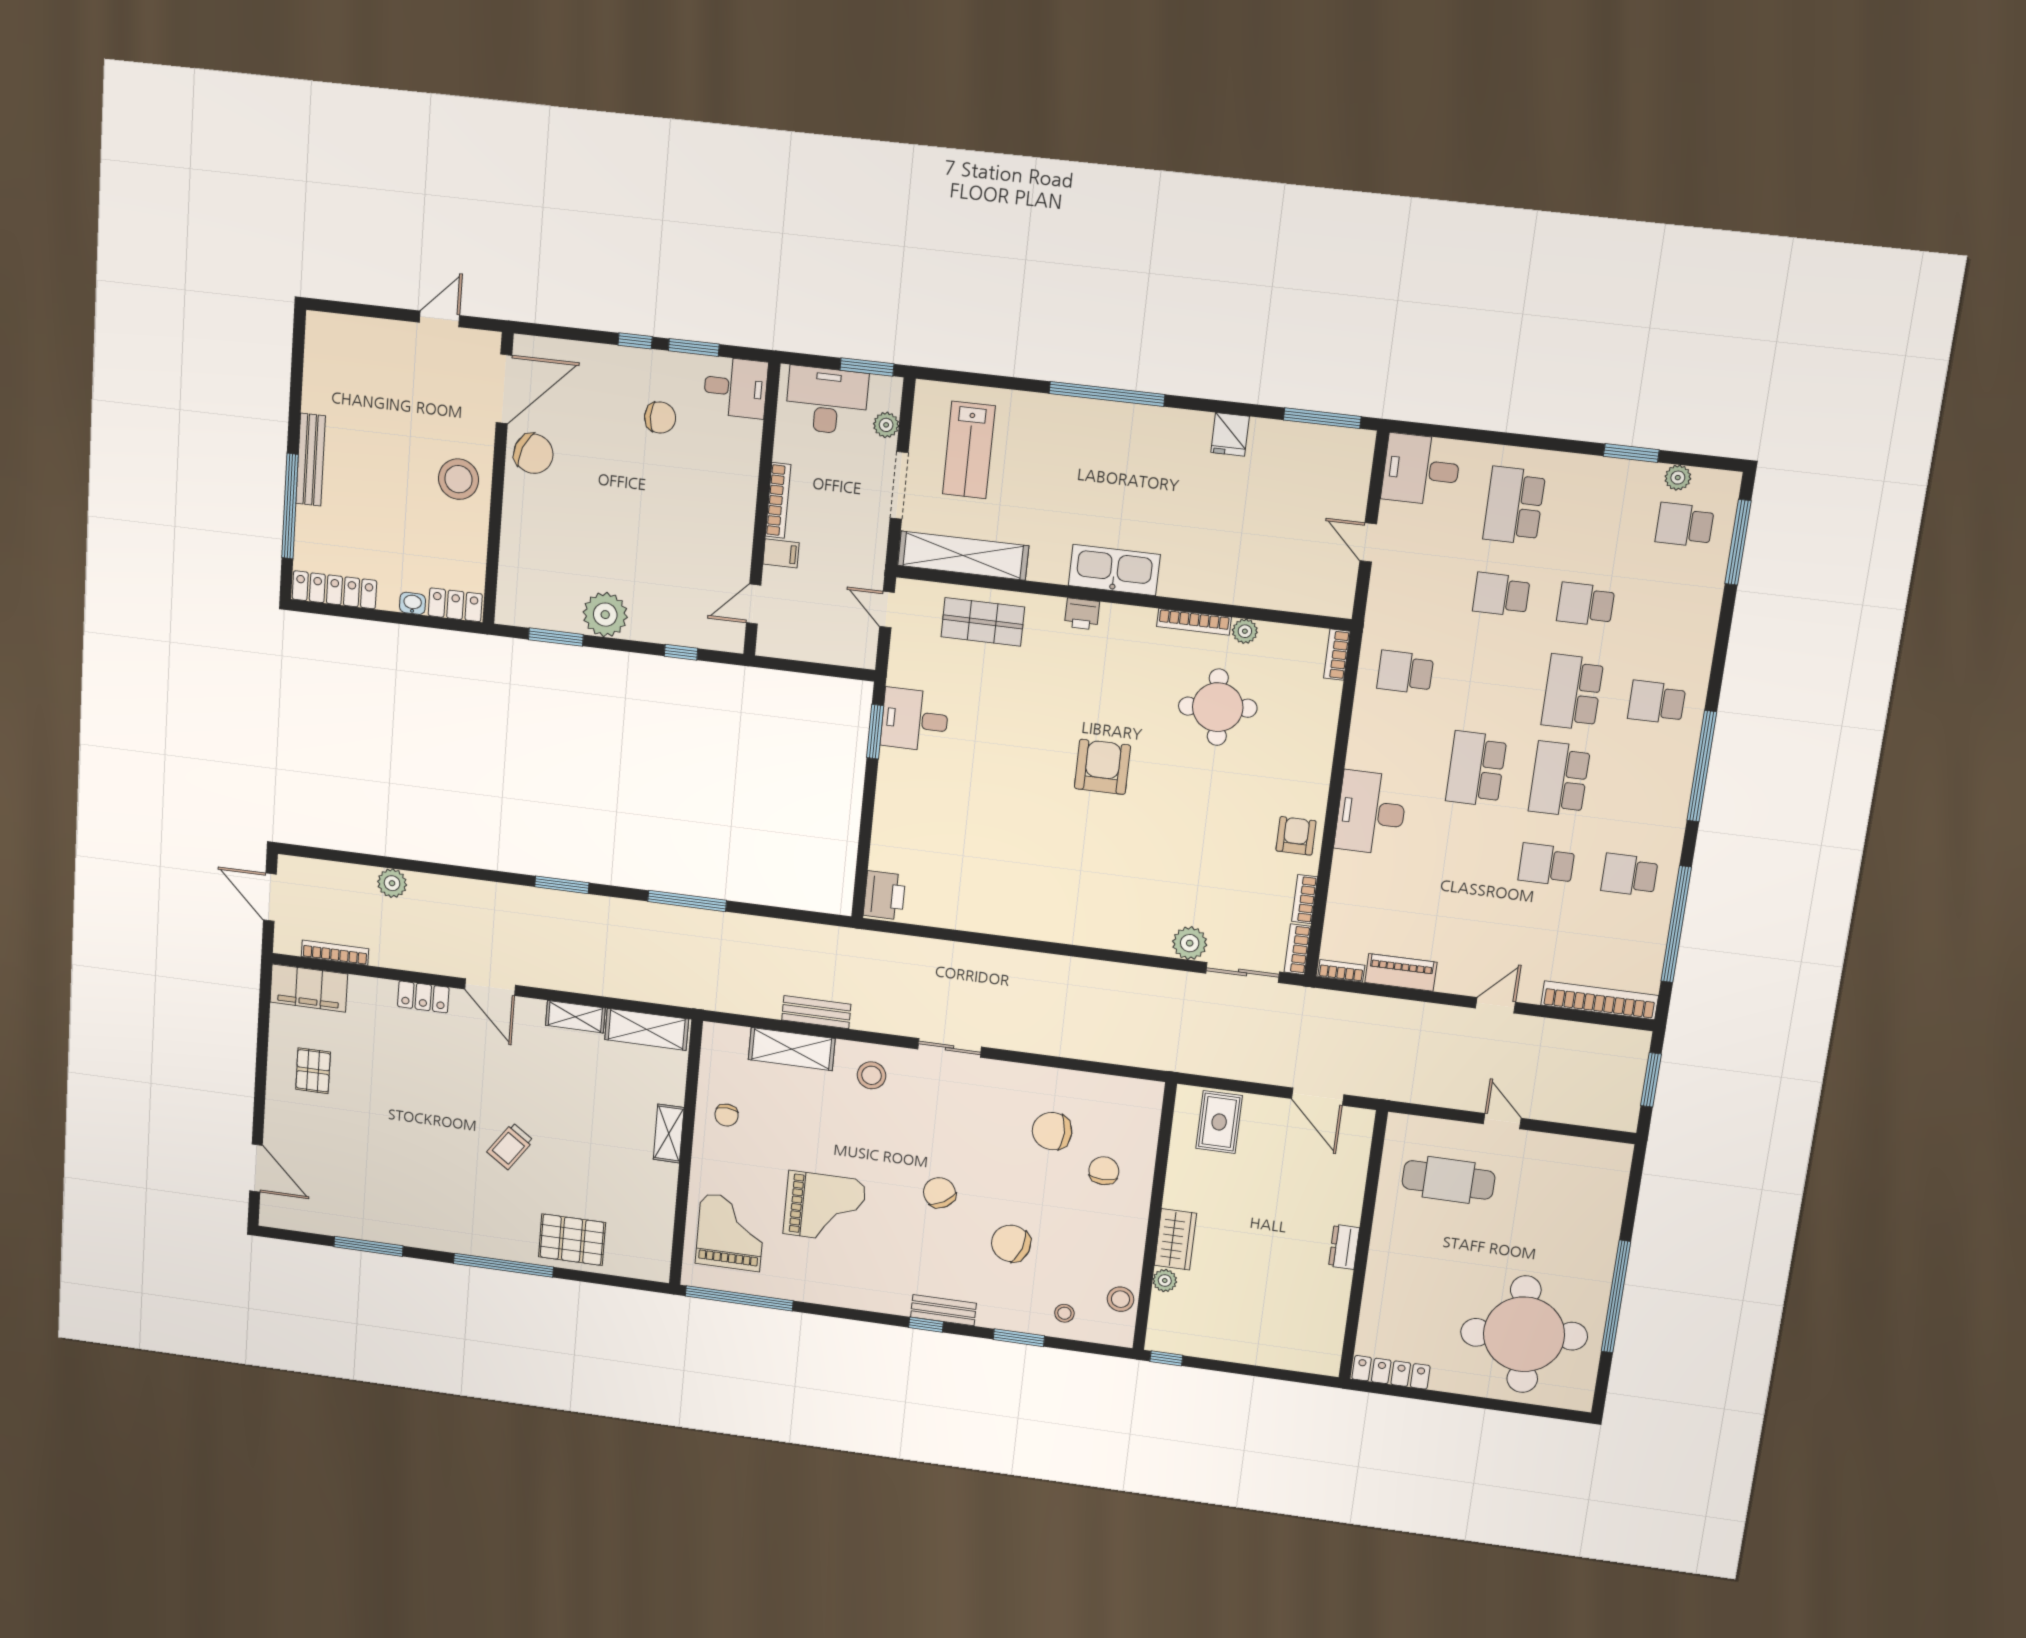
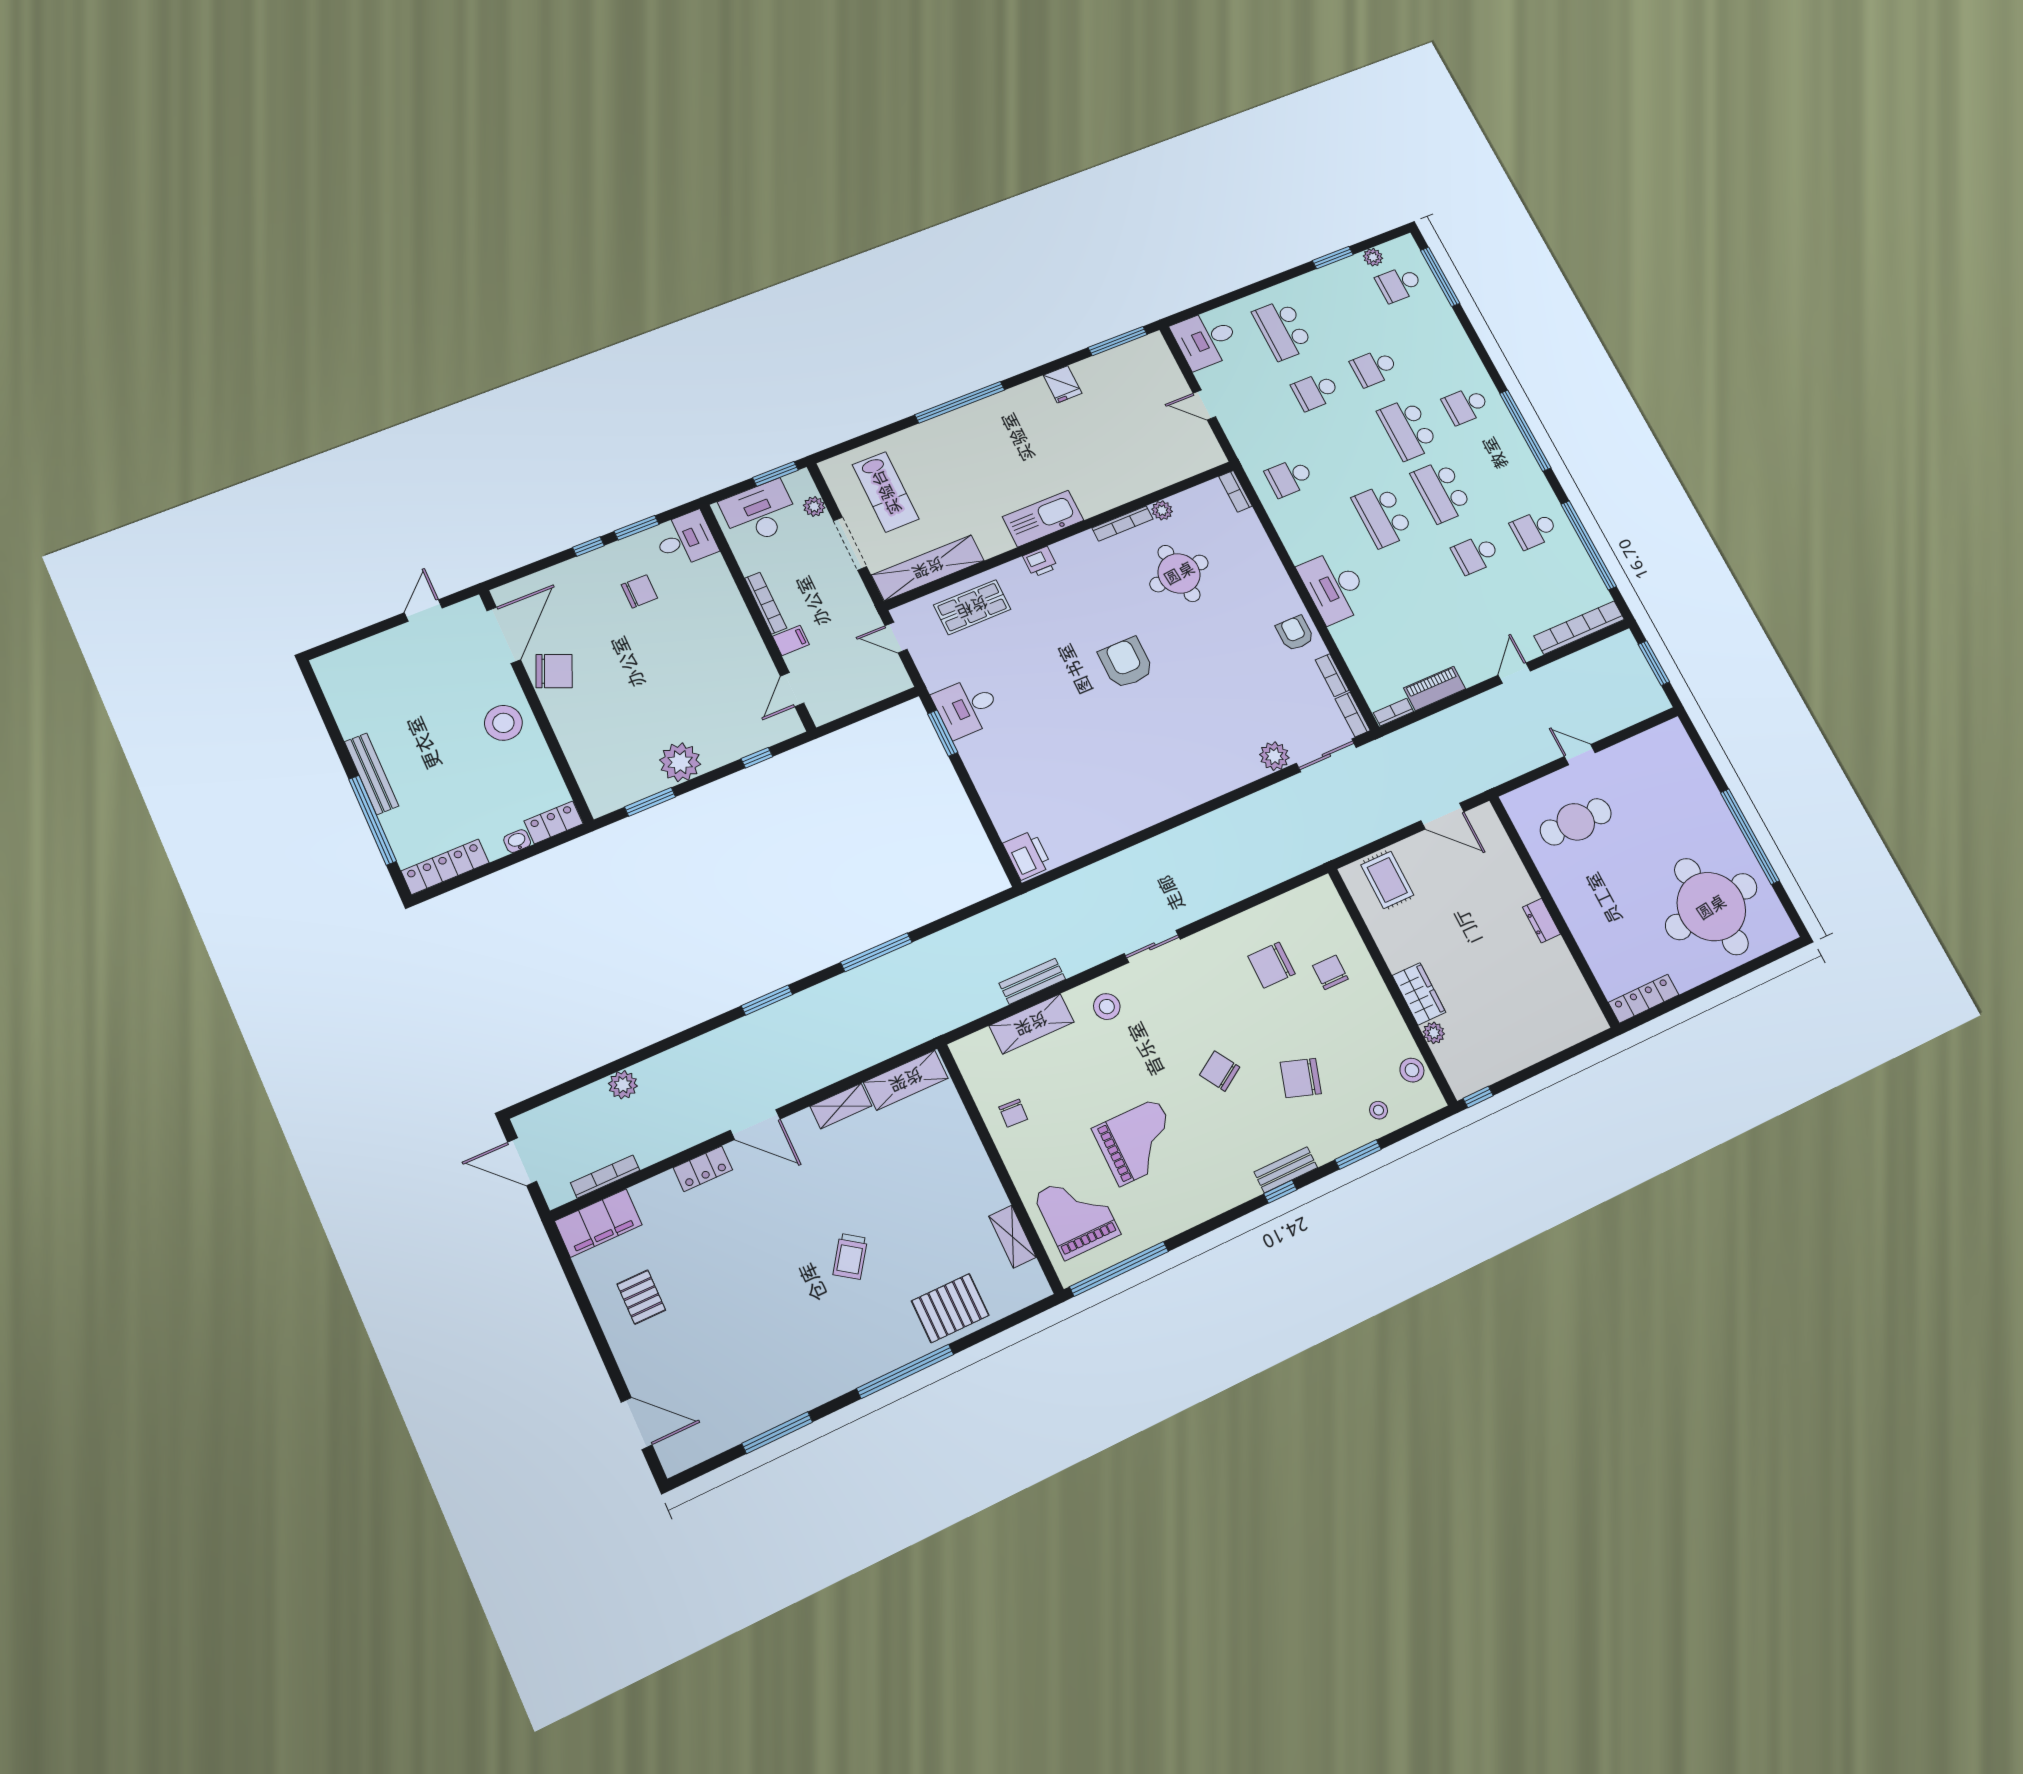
shelving: (669, 1133) -> (1012, 1237), moved

